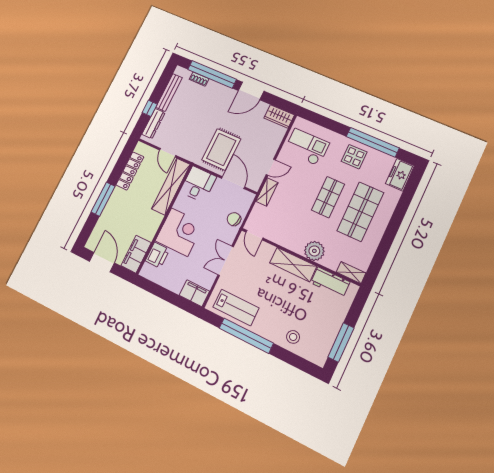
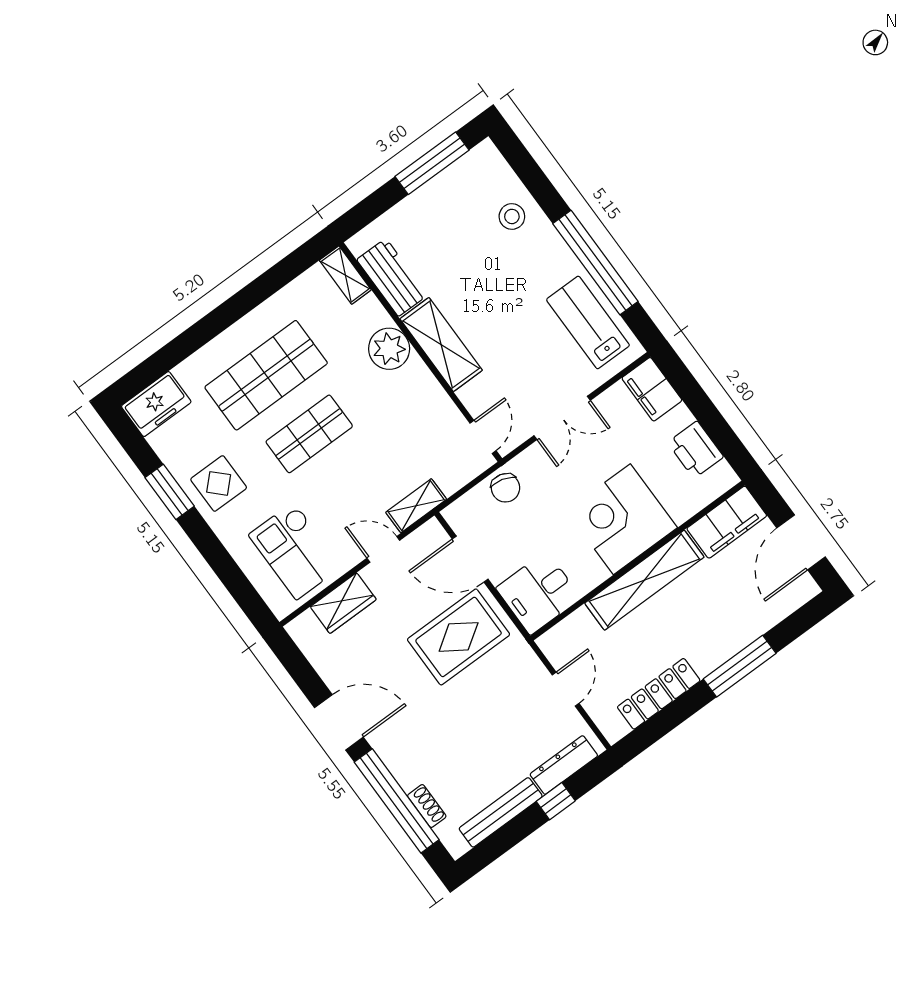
wardrobe: (279, 116) -> (343, 603), moved, turned 90
window: (373, 142) -> (170, 492), width x0.47
door: (233, 183) -> (470, 559), hinge flipped
shelving: (171, 187) -> (644, 580), moved
printer: (157, 255) -> (696, 450), moved, turned -90

